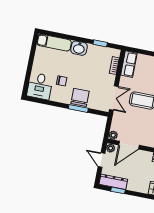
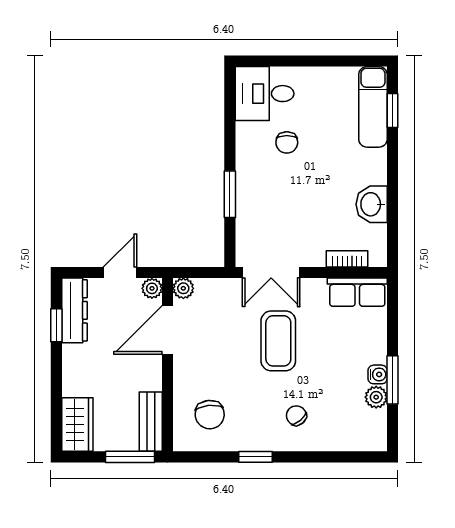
window: (100, 43) -> (393, 111), moved
washbasin: (79, 48) -> (372, 204), moved
chair: (80, 97) -> (257, 193), removed
door: (129, 145) -> (168, 330), hinge flipped

